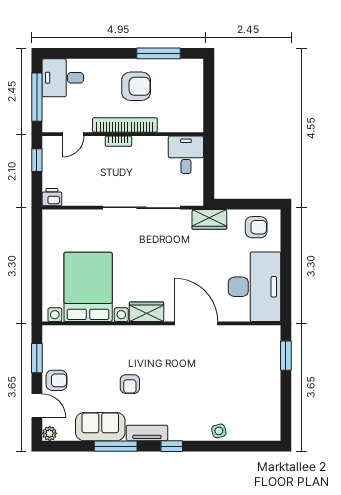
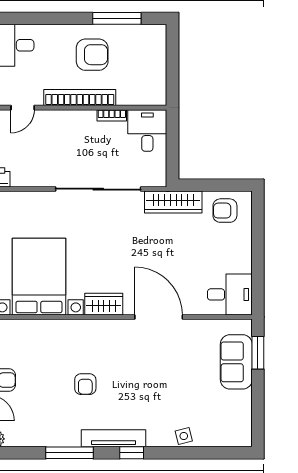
bookcase: (118, 141) -> (112, 115), moved
wardrobe: (209, 219) -> (173, 202), width x1.50
armchair: (256, 227) -> (225, 211), turned 180
desk: (254, 287) -> (230, 294), width x0.53, depth x0.77
sofa: (100, 427) -> (236, 362), moved, turned -90
tv unit: (147, 433) -> (113, 438), width x1.41

